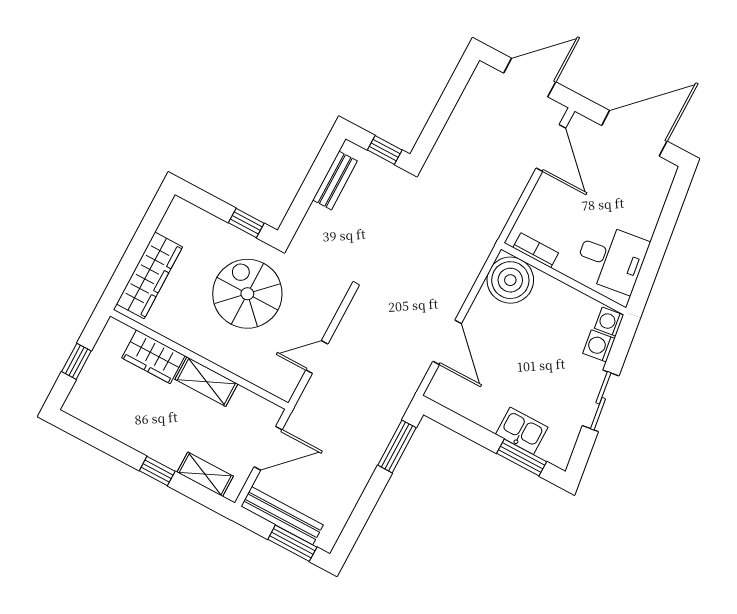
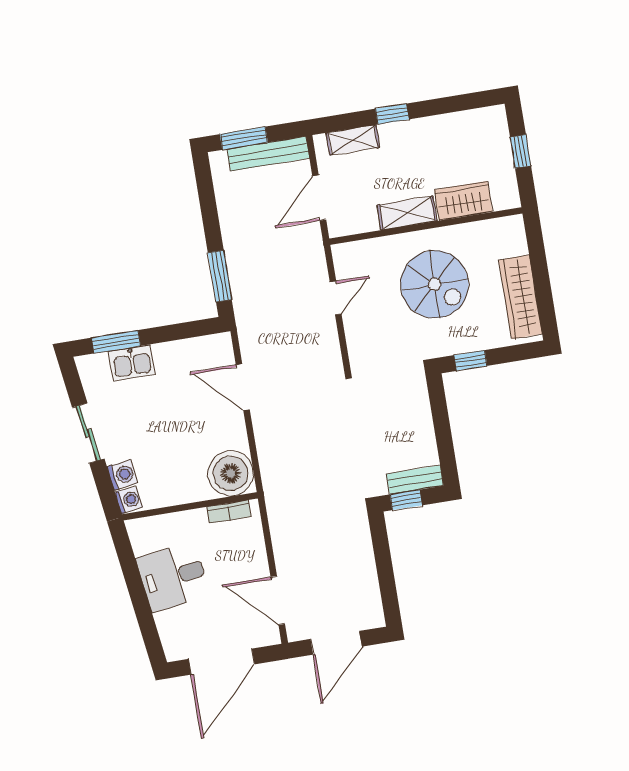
bench: (335, 180) -> (415, 480), moved, turned 90
desk: (611, 258) -> (173, 577), moved
wardrobe: (149, 275) -> (521, 297), moved
spiral stairs: (247, 294) -> (435, 284), moved

